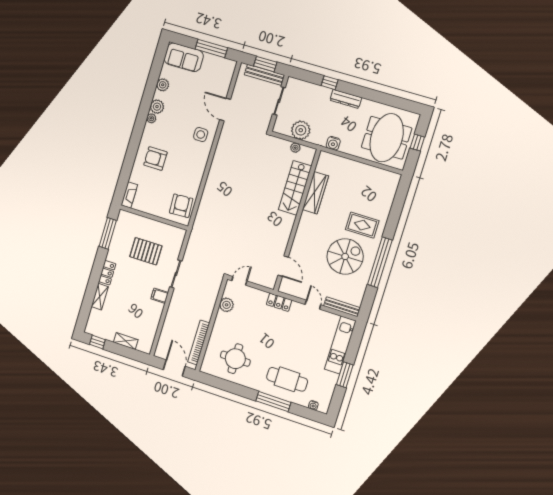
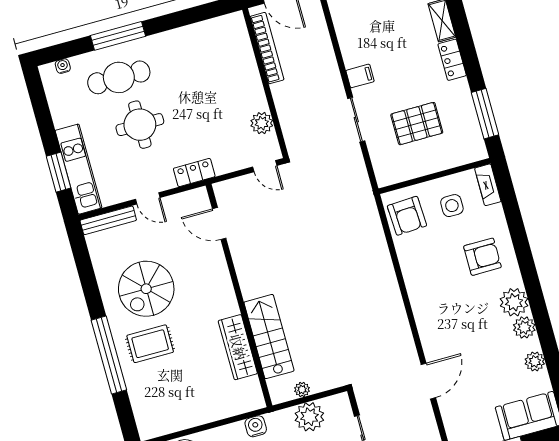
door: (225, 110) -> (428, 381), hinge flipped
plant: (151, 118) -> (514, 302), width x1.88, depth x1.88
side table: (201, 135) -> (452, 206), moved
window: (380, 262) -> (109, 355), moved
door: (239, 281) -> (265, 166), hinge flipped
round table: (235, 359) -> (140, 125), moved
window: (345, 375) -> (58, 172), moved

